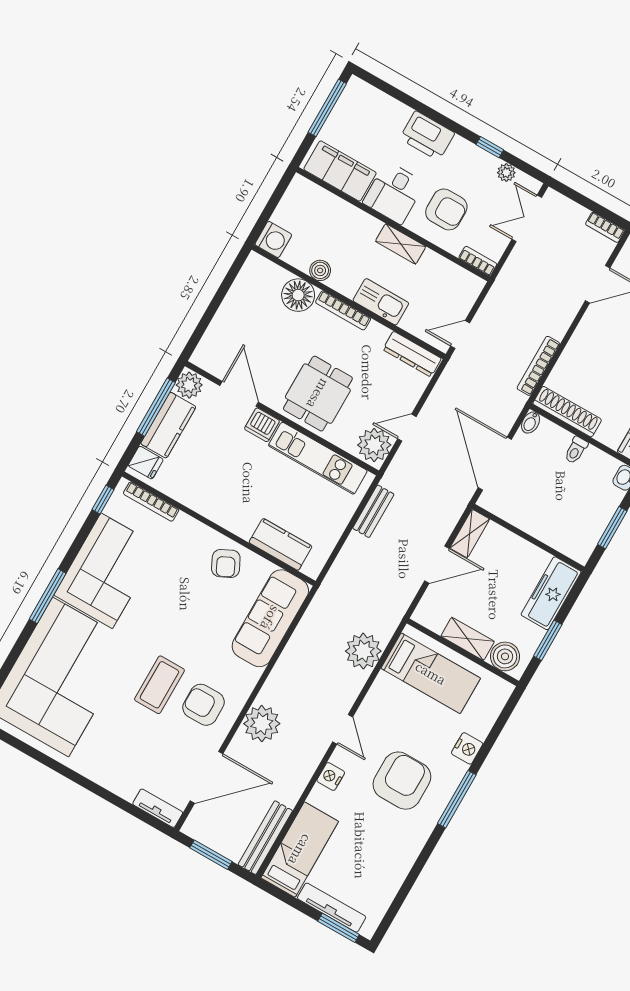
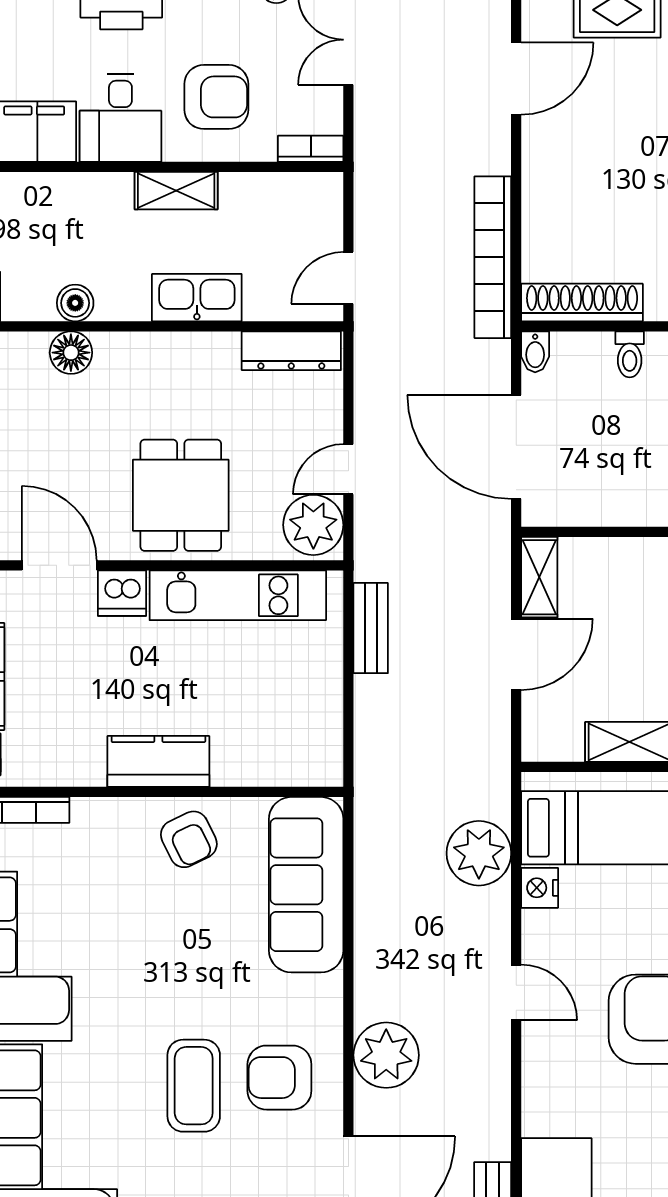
floor lamp: (298, 295) -> (71, 353), width x0.73, depth x0.73
bookcase: (343, 310) -> (146, 344), removed
bookcase: (538, 366) -> (493, 257), width x1.48, depth x1.31
kitchen counter: (281, 544) -> (158, 761), moved
nightstand: (331, 776) -> (540, 888), moved

